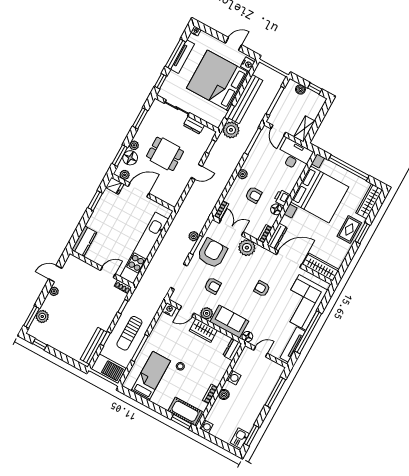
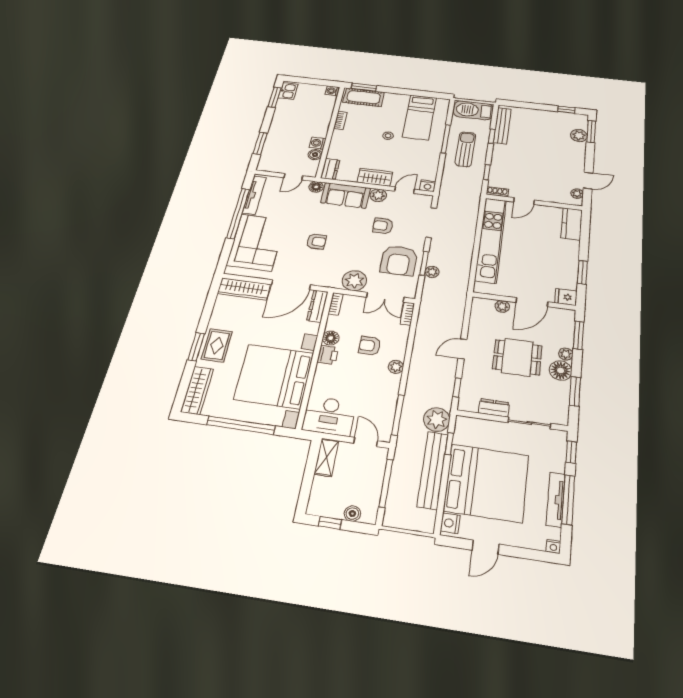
floor lamp: (130, 158) -> (561, 370), moved
plant: (125, 175) -> (502, 306), moved
plant: (54, 291) -> (577, 194), moved
window: (275, 392) -> (260, 143), width x0.69
boiler: (224, 394) -> (315, 155), moved

